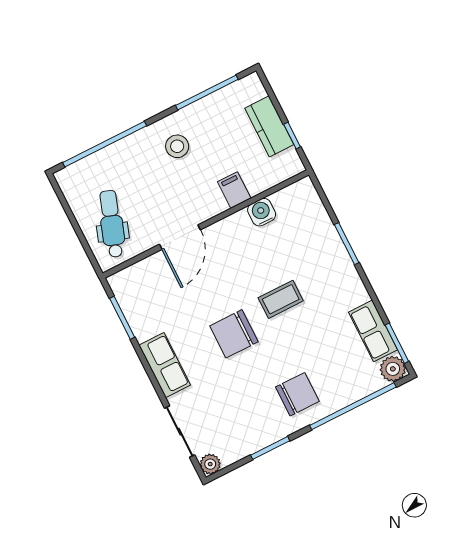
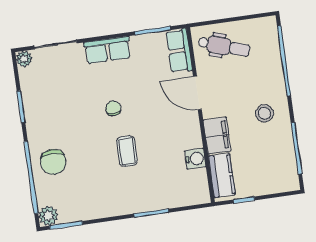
kitchen counter: (269, 126) -> (222, 175), moved, turned 90
filing cabinet: (234, 190) -> (217, 136), width x2.00
row of seats: (373, 331) -> (179, 51), moved, turned -90
chair: (234, 334) -> (113, 108), width x0.54, depth x0.54
chair: (297, 394) -> (53, 162), moved

